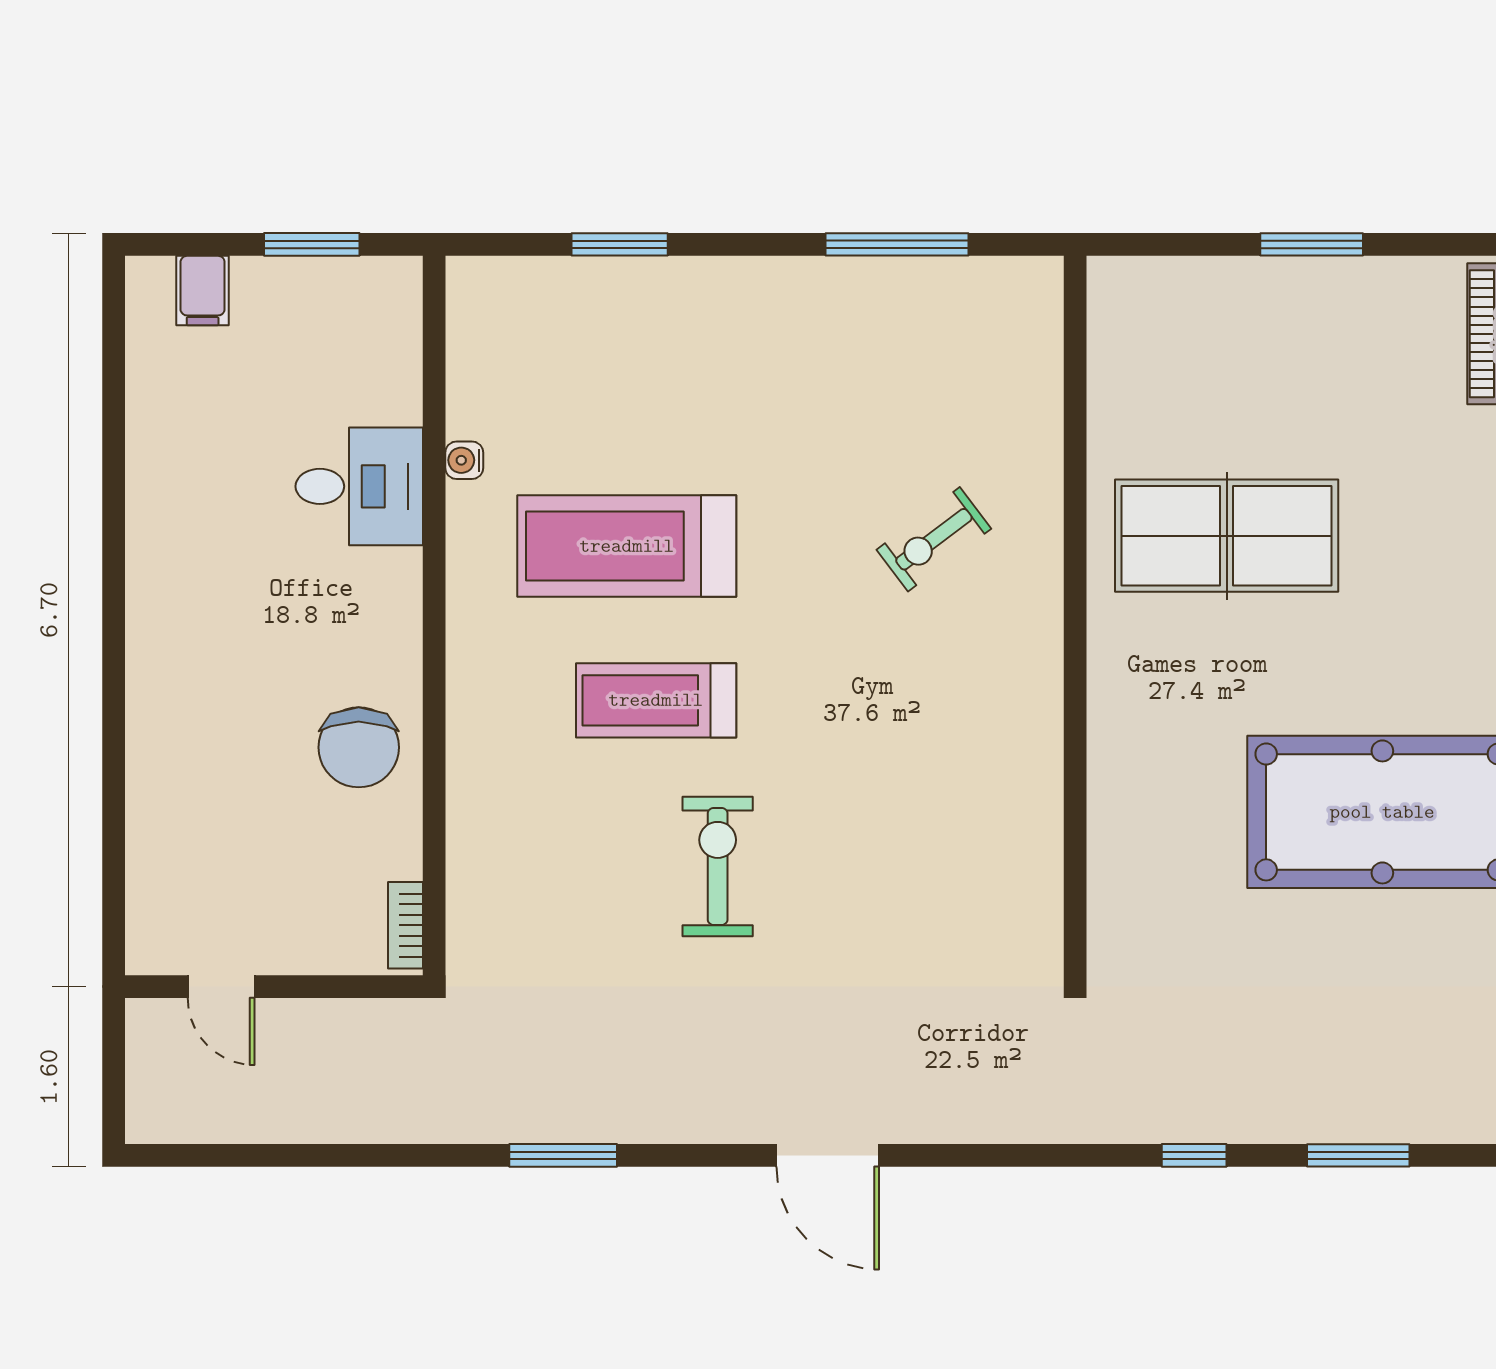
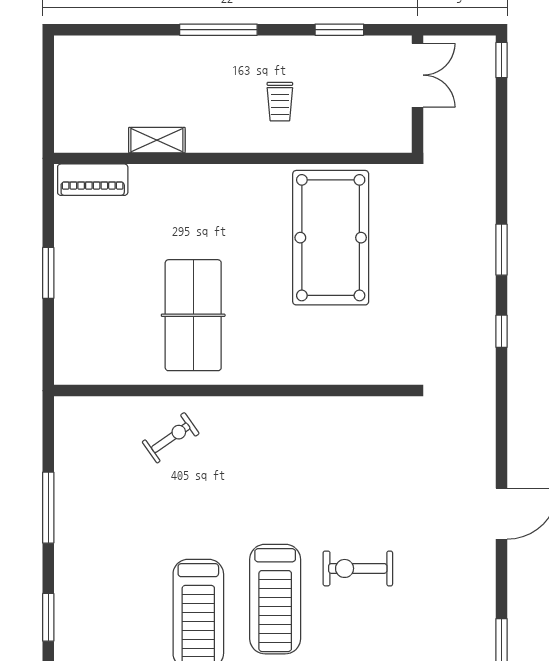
window: (897, 244) -> (48, 508), moved
exercise bike: (934, 539) -> (171, 438), moved, turned -88
treadmill: (656, 700) -> (275, 599), width x1.37, depth x1.38

